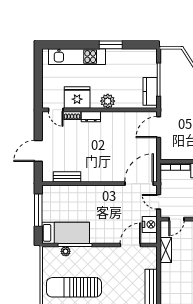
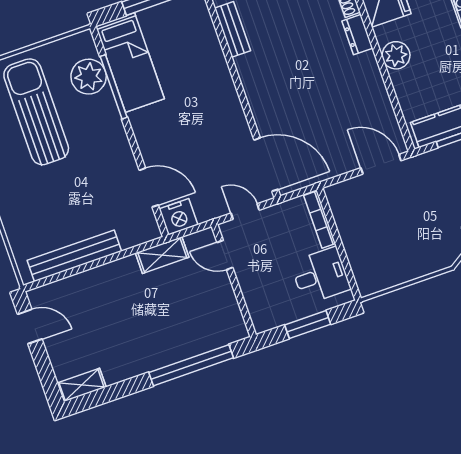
door: (159, 202) -> (245, 212), hinge flipped
nightstand: (150, 224) -> (179, 217), moved
plant: (66, 251) -> (89, 77), width x1.88, depth x1.88

